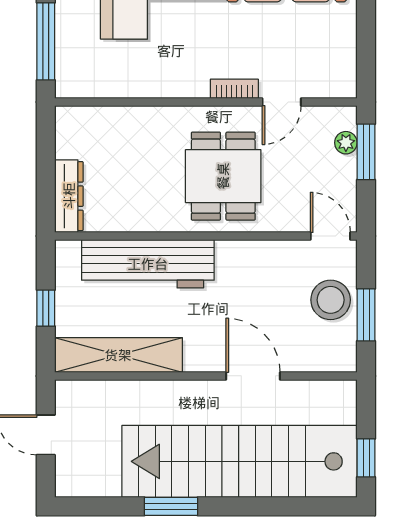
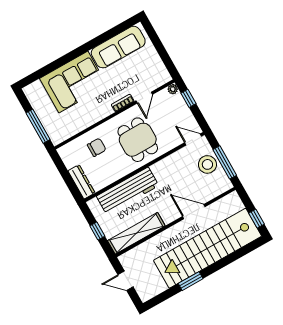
plant: (346, 143) -> (173, 89), moved
chair: (136, 146) -> (97, 147), added
window: (366, 152) -> (188, 98), width x0.67
window: (366, 315) -> (225, 162), width x1.44

